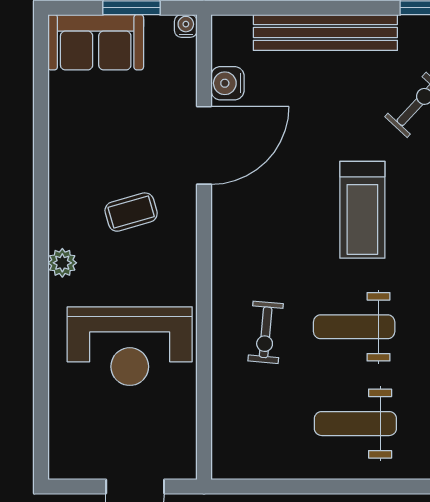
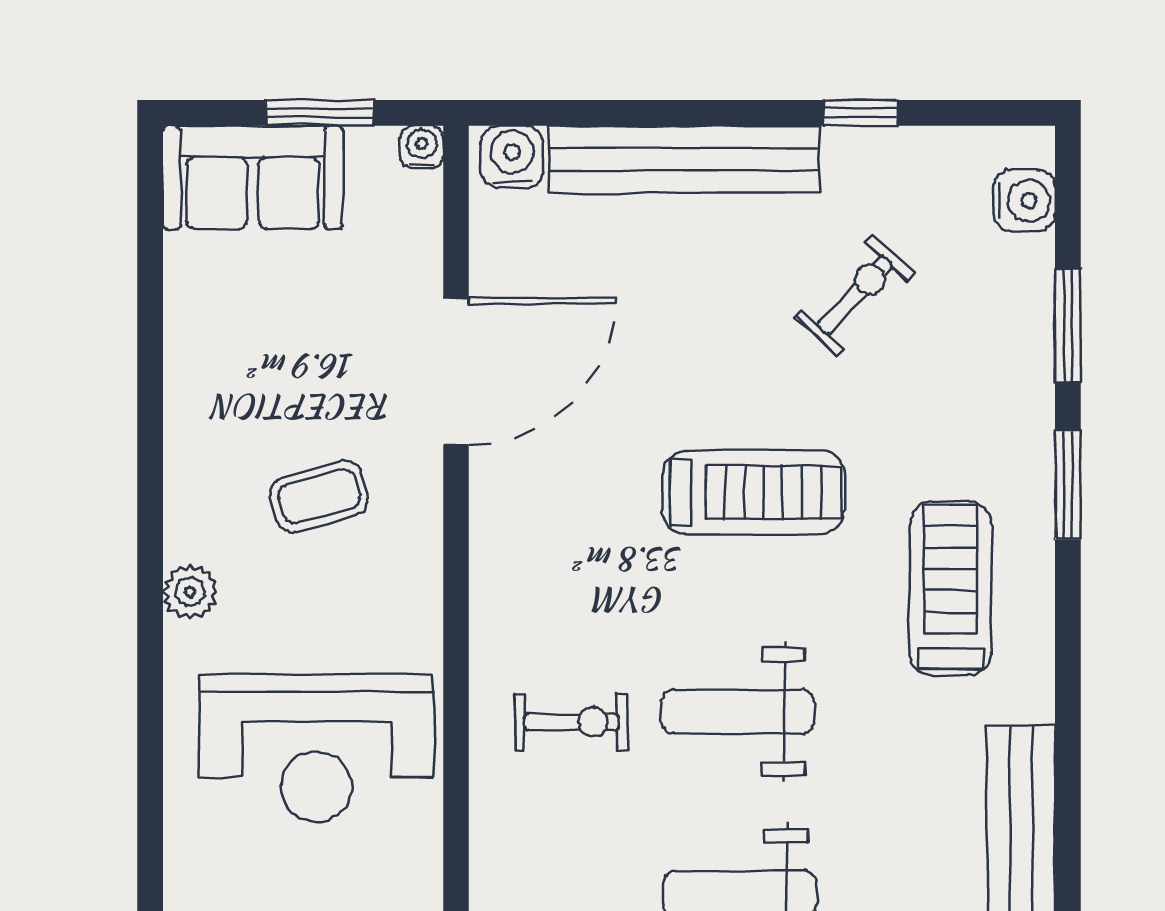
water cooler: (227, 83) -> (512, 157), moved, turned 90
treadmill: (362, 210) -> (753, 492), turned -90
exercise bike: (266, 332) -> (572, 722), turned -95

